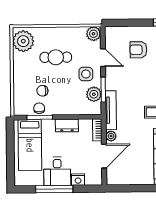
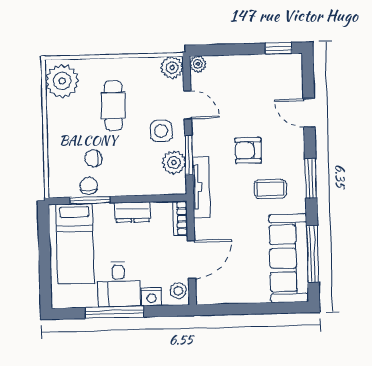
armchair: (138, 50) -> (248, 150), moved
cafe table: (56, 57) -> (113, 106), turned 90
plant: (111, 136) -> (198, 64), moved
stool: (95, 176) -> (178, 291), added

